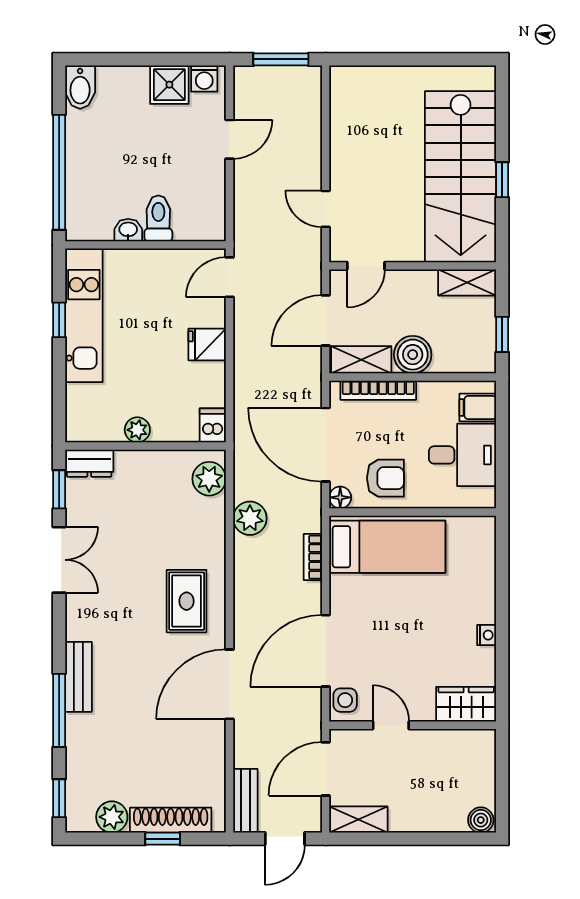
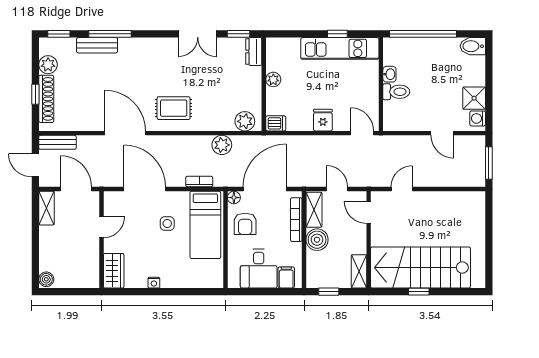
door: (326, 320) -> (337, 189), width x0.73
bench: (78, 677) -> (97, 45), moved
side table: (345, 700) -> (167, 223), moved

